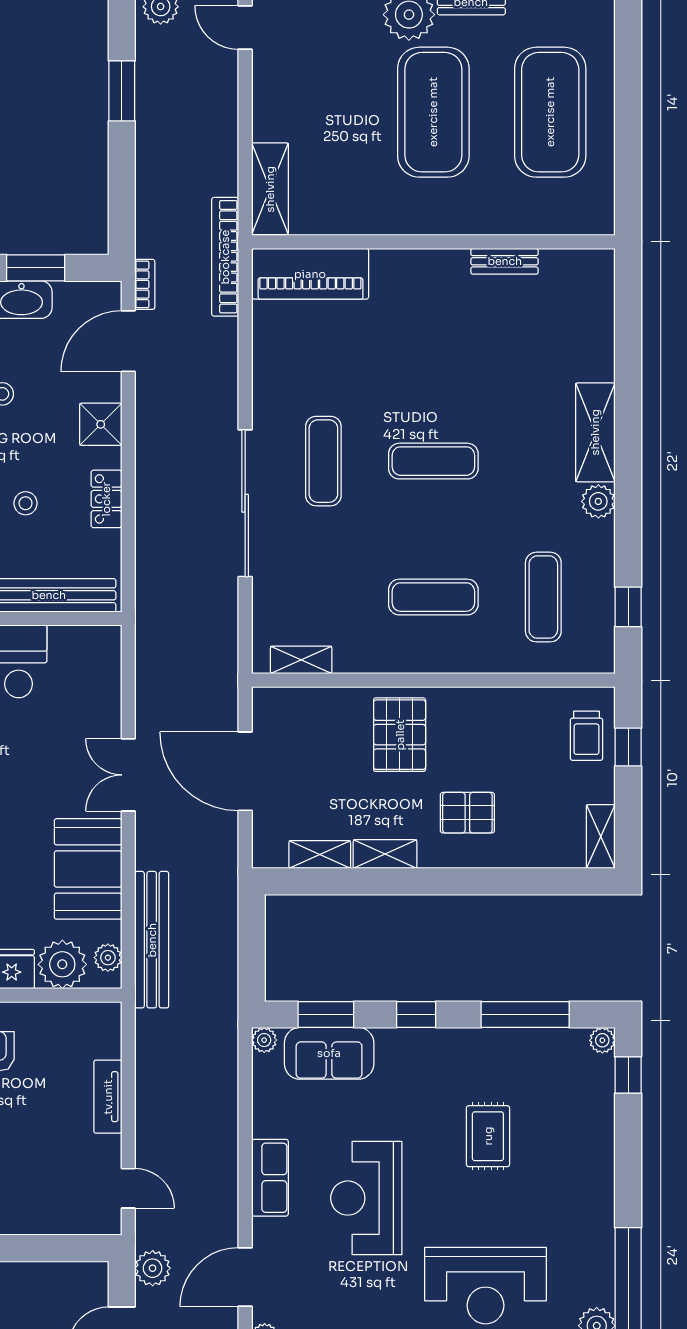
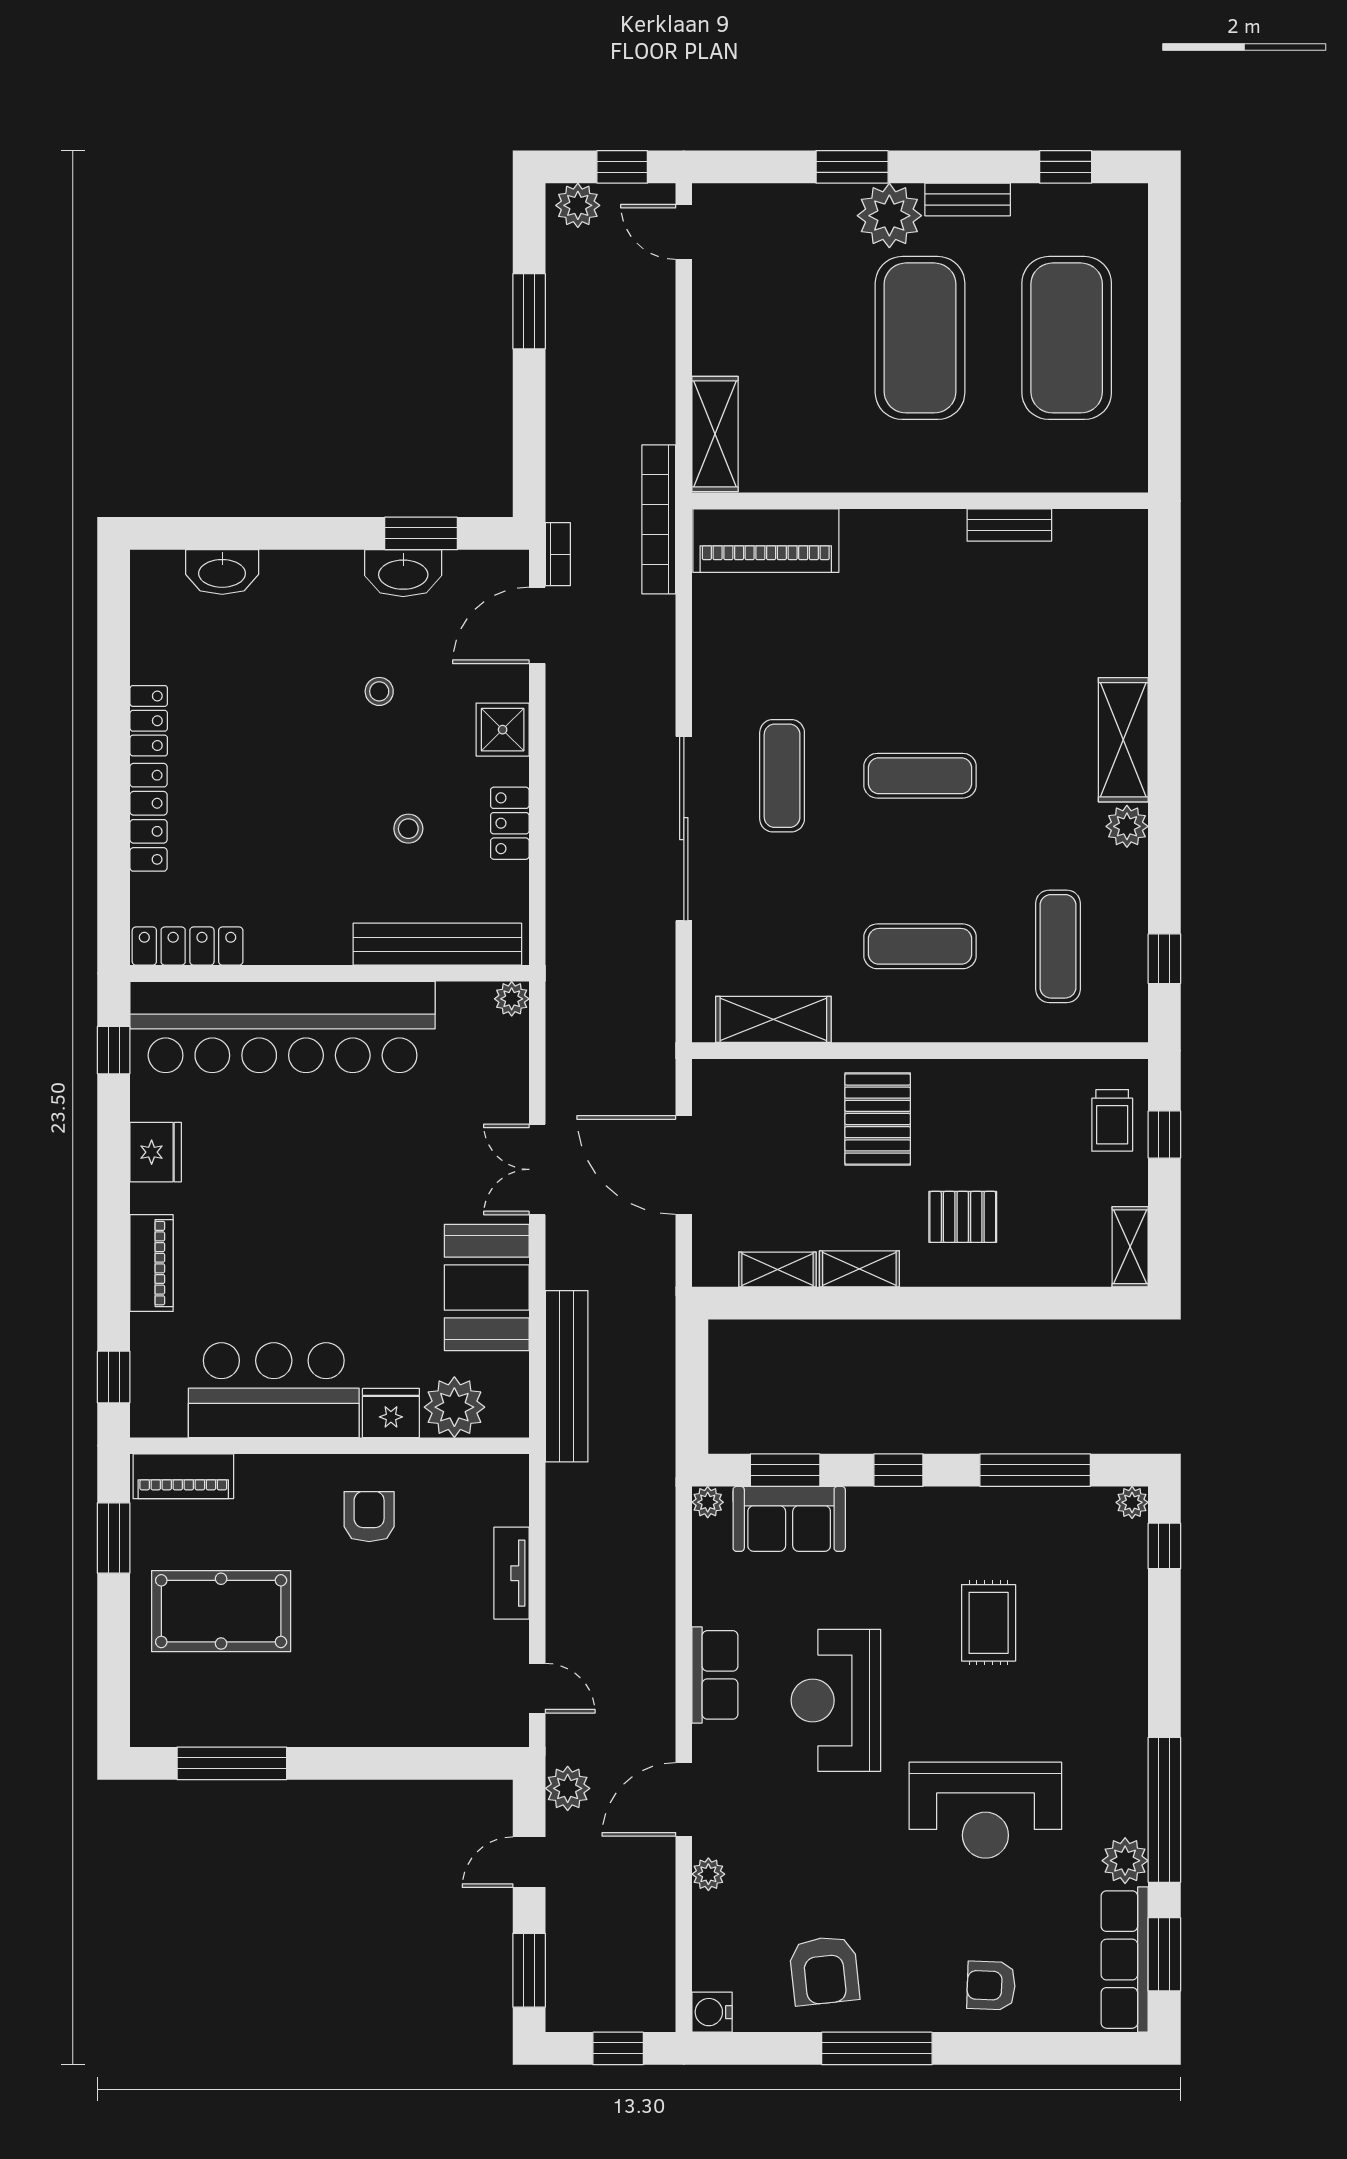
shelving: (301, 660) -> (773, 1019), width x1.50, depth x1.33
plant: (108, 958) -> (512, 999), moved

